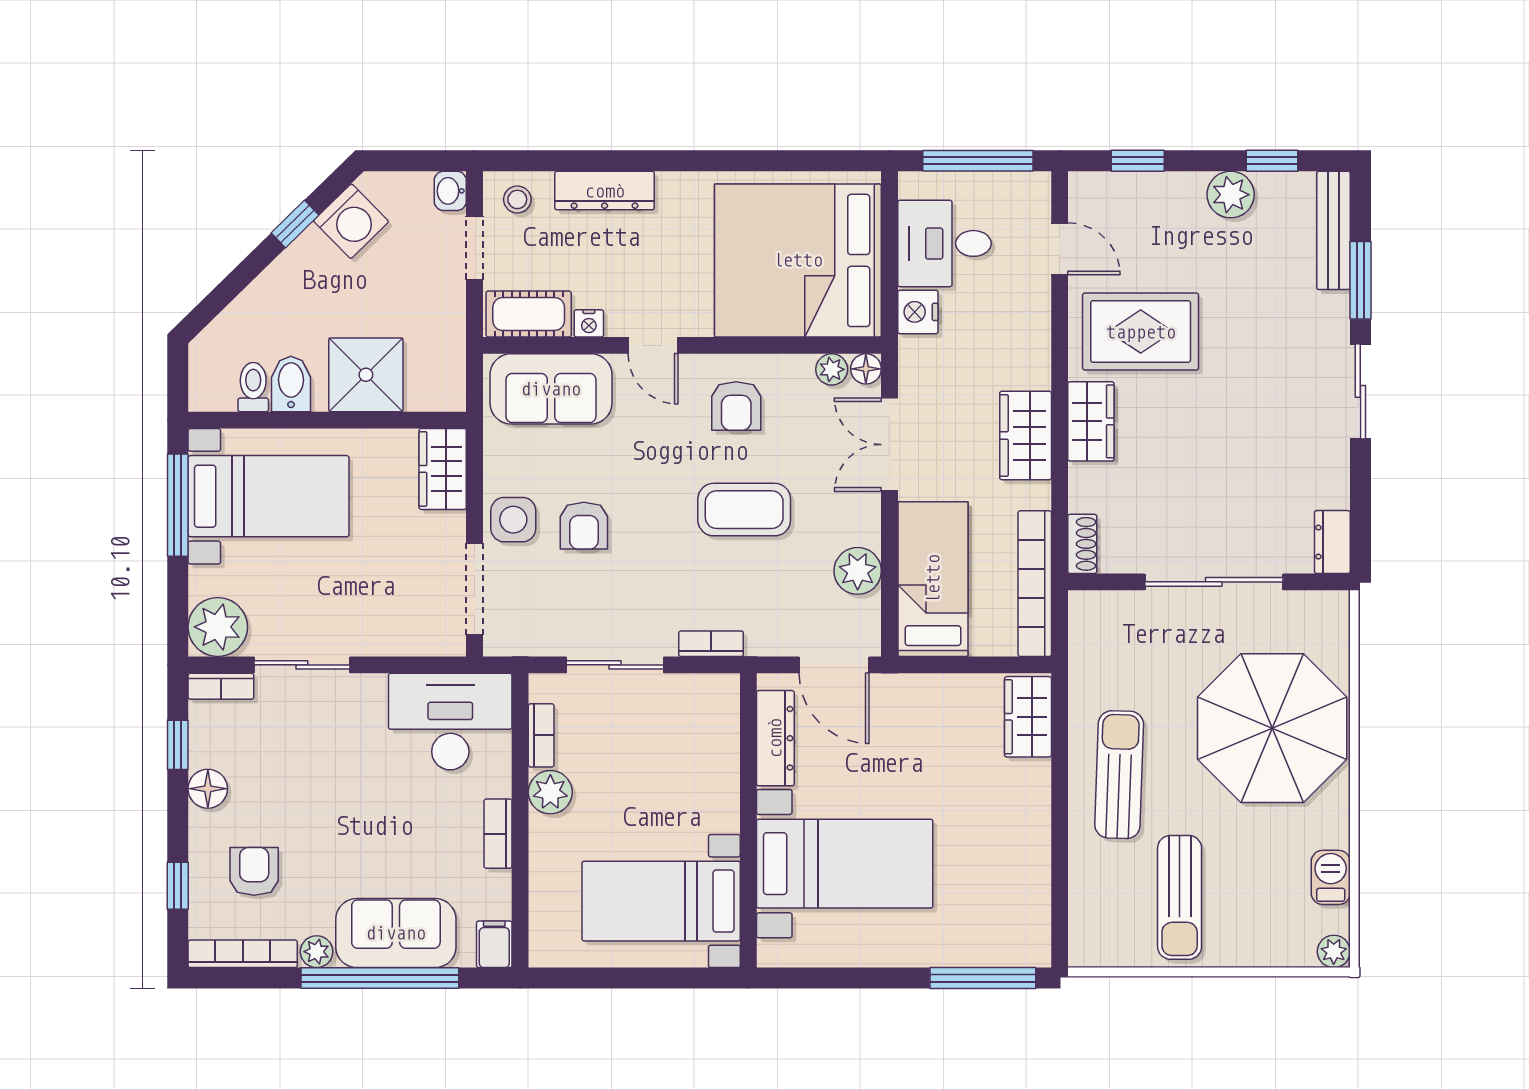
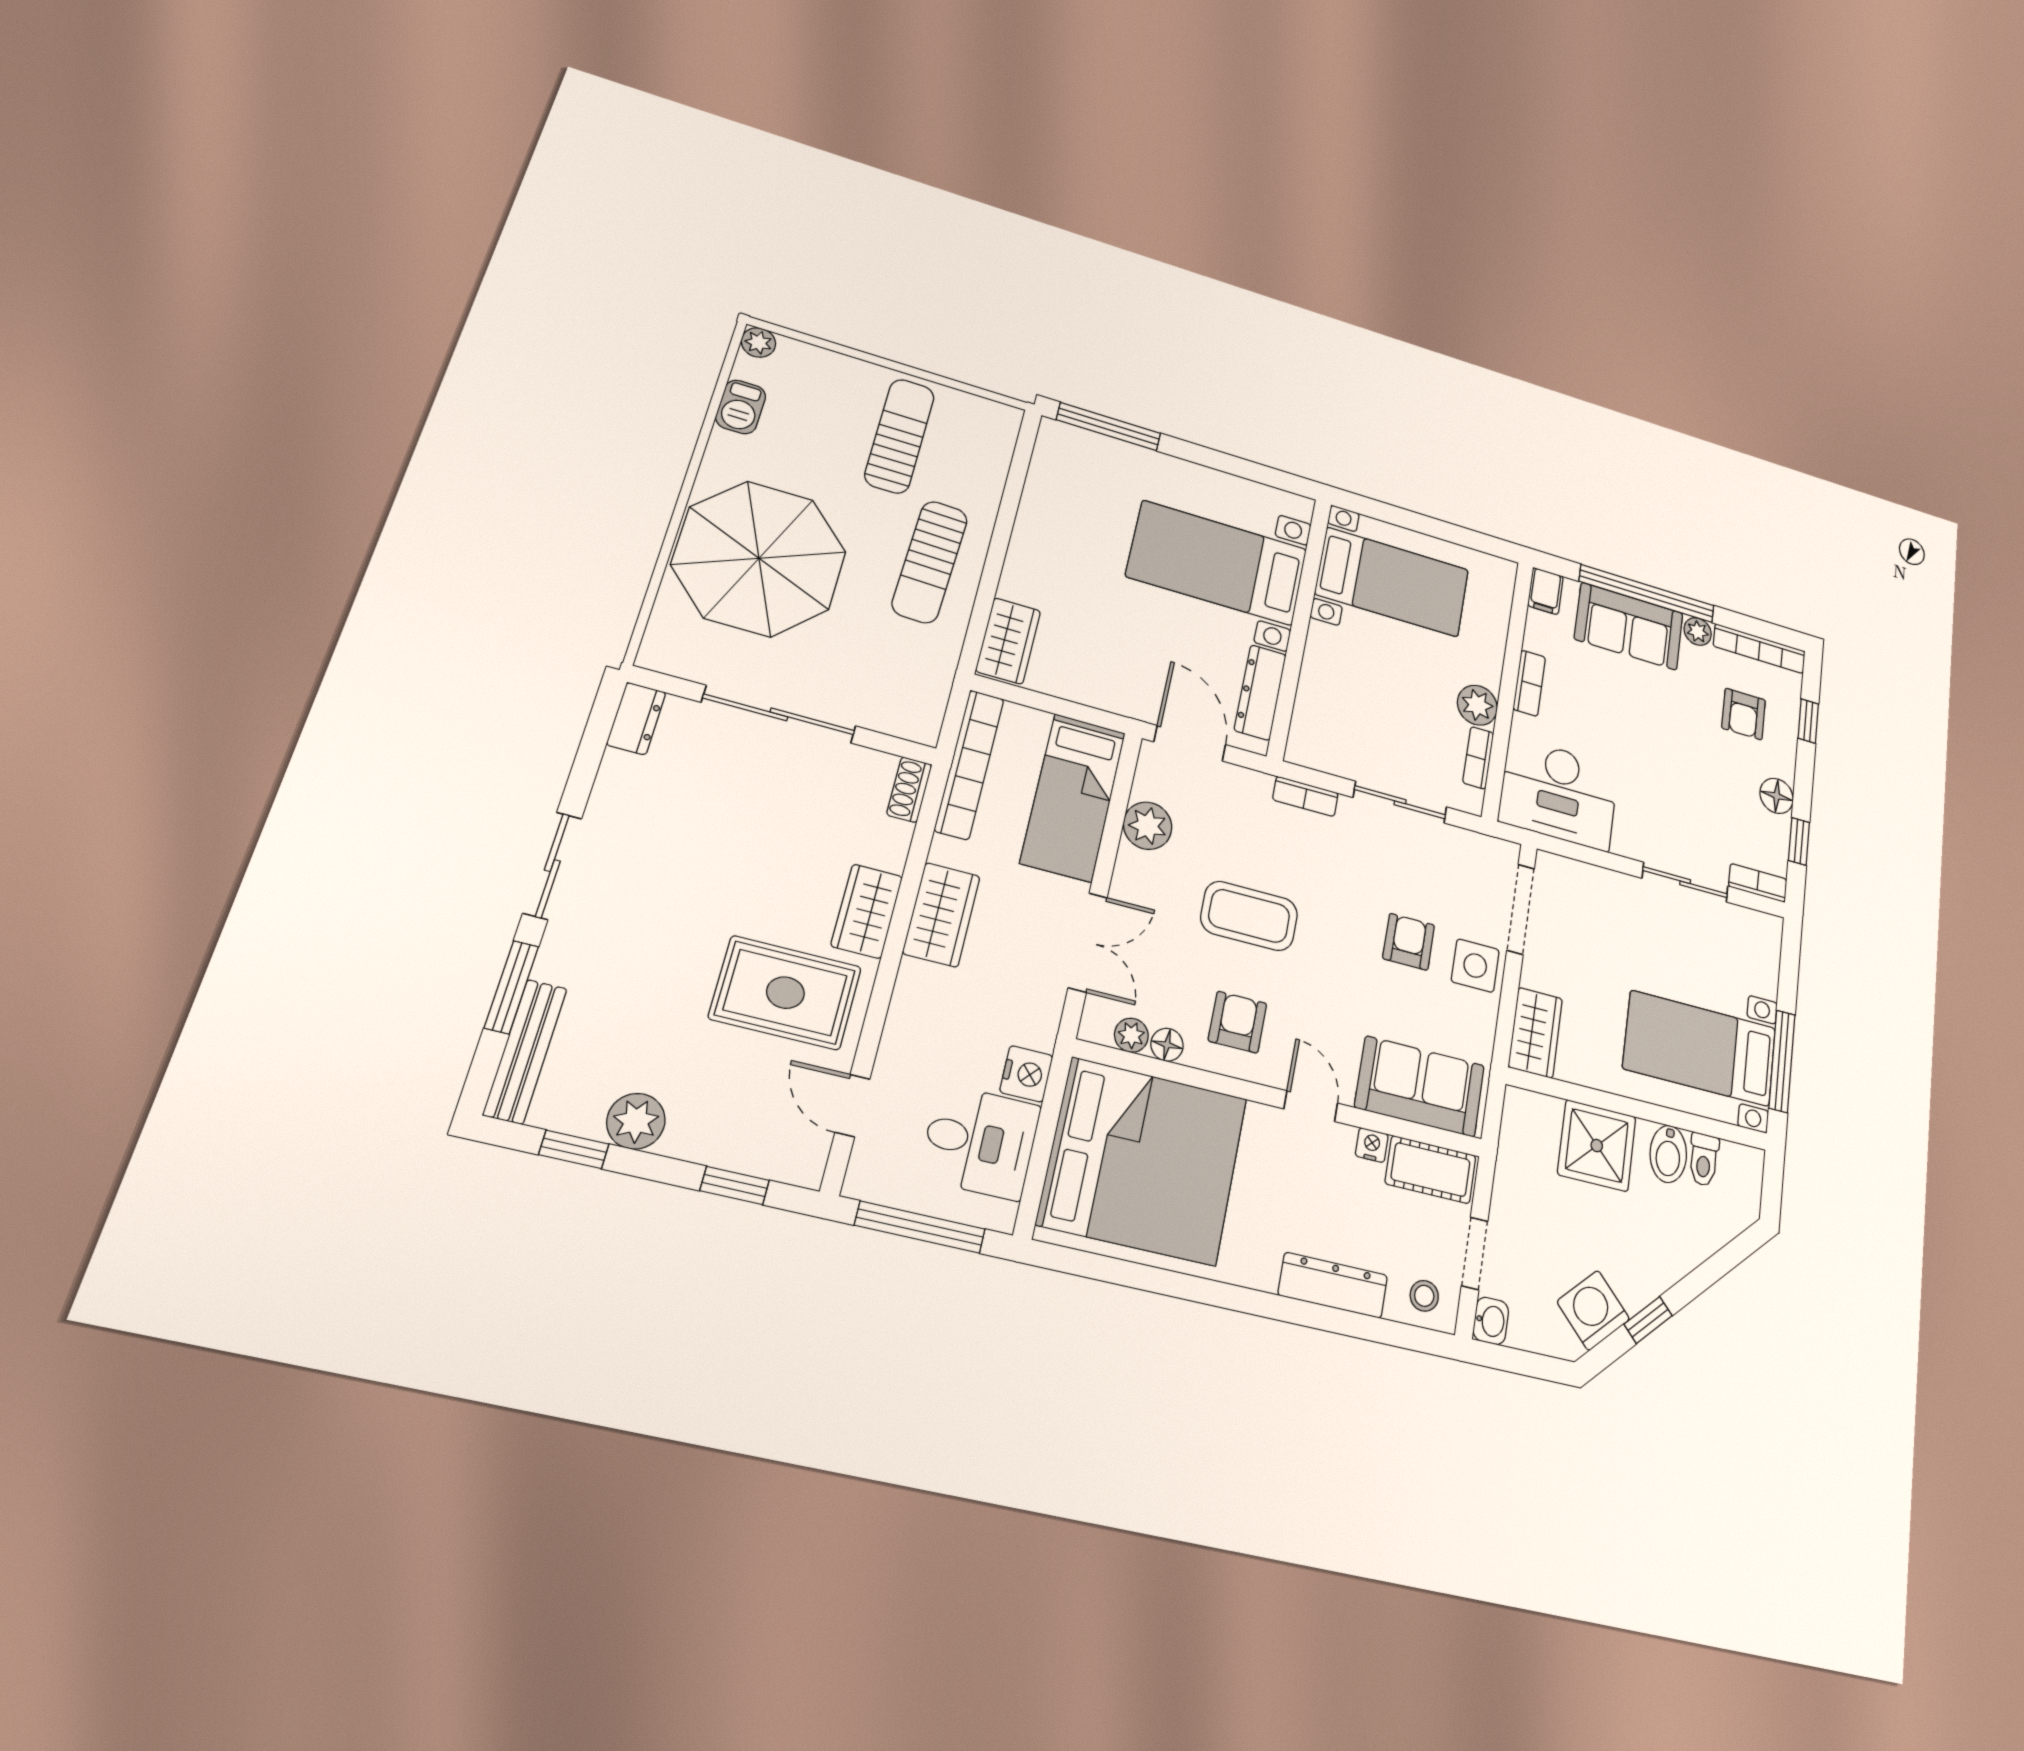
floor lamp: (866, 369) -> (1167, 1045), moved
plant: (218, 627) -> (1756, 937), removed

